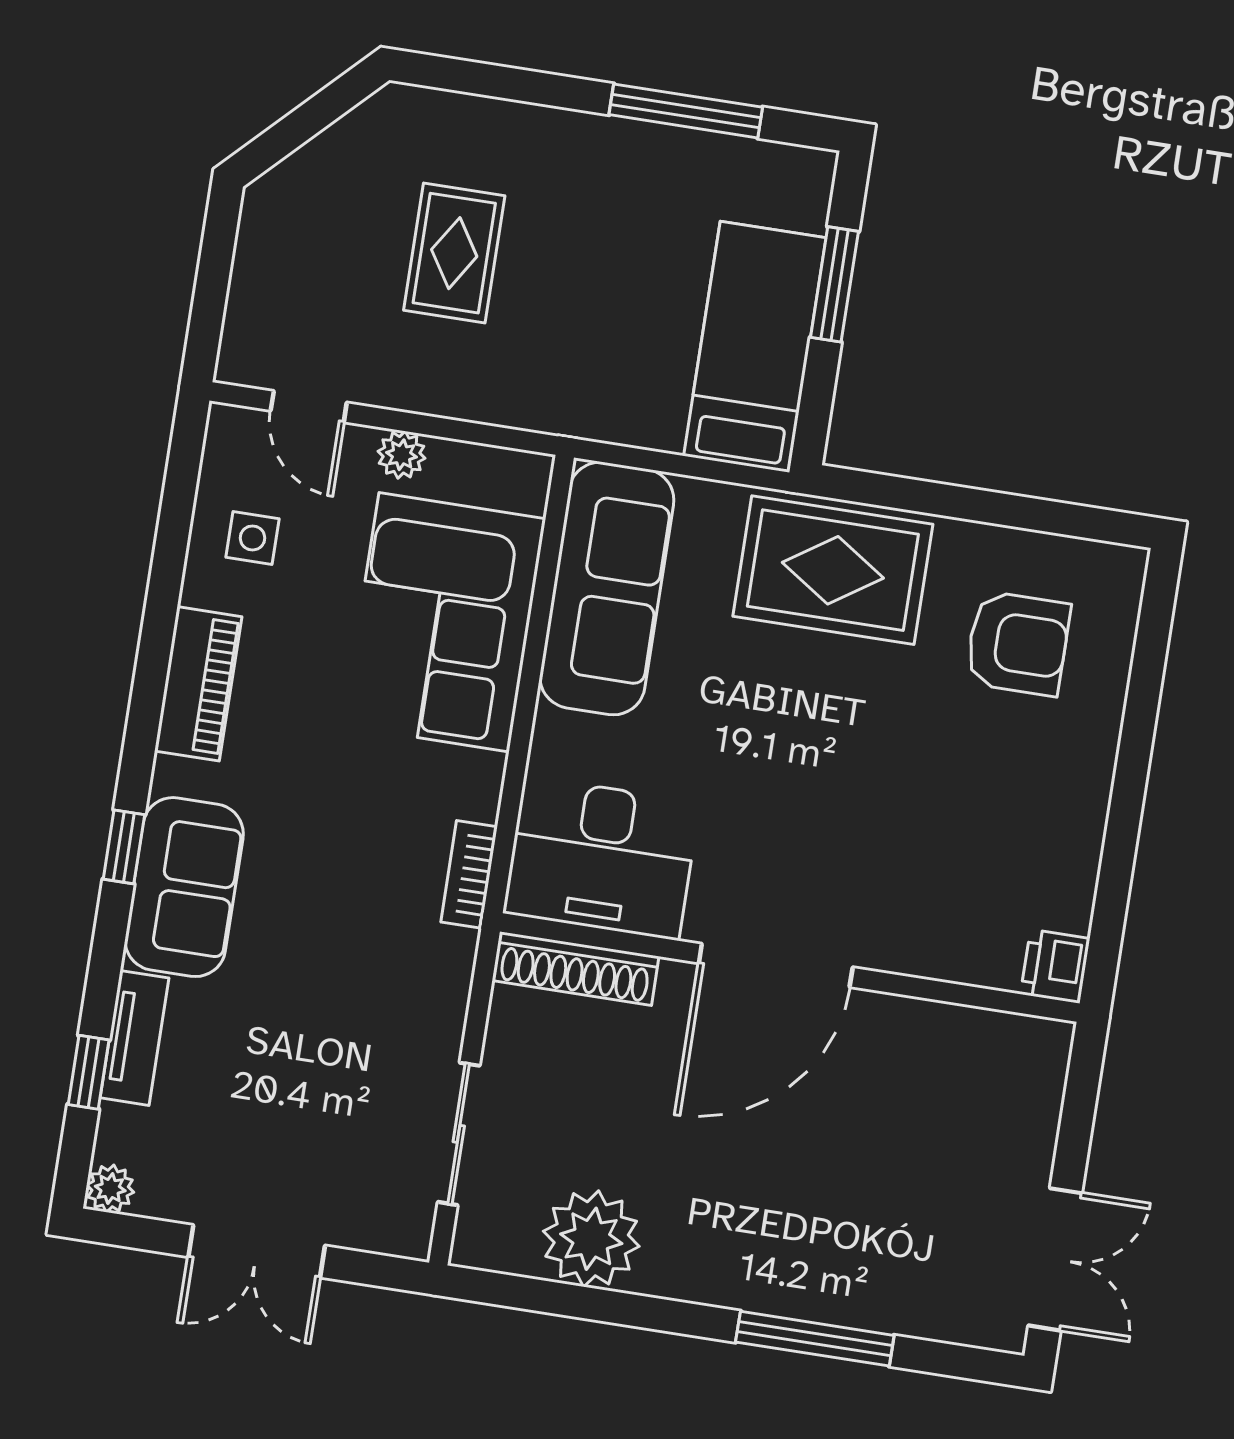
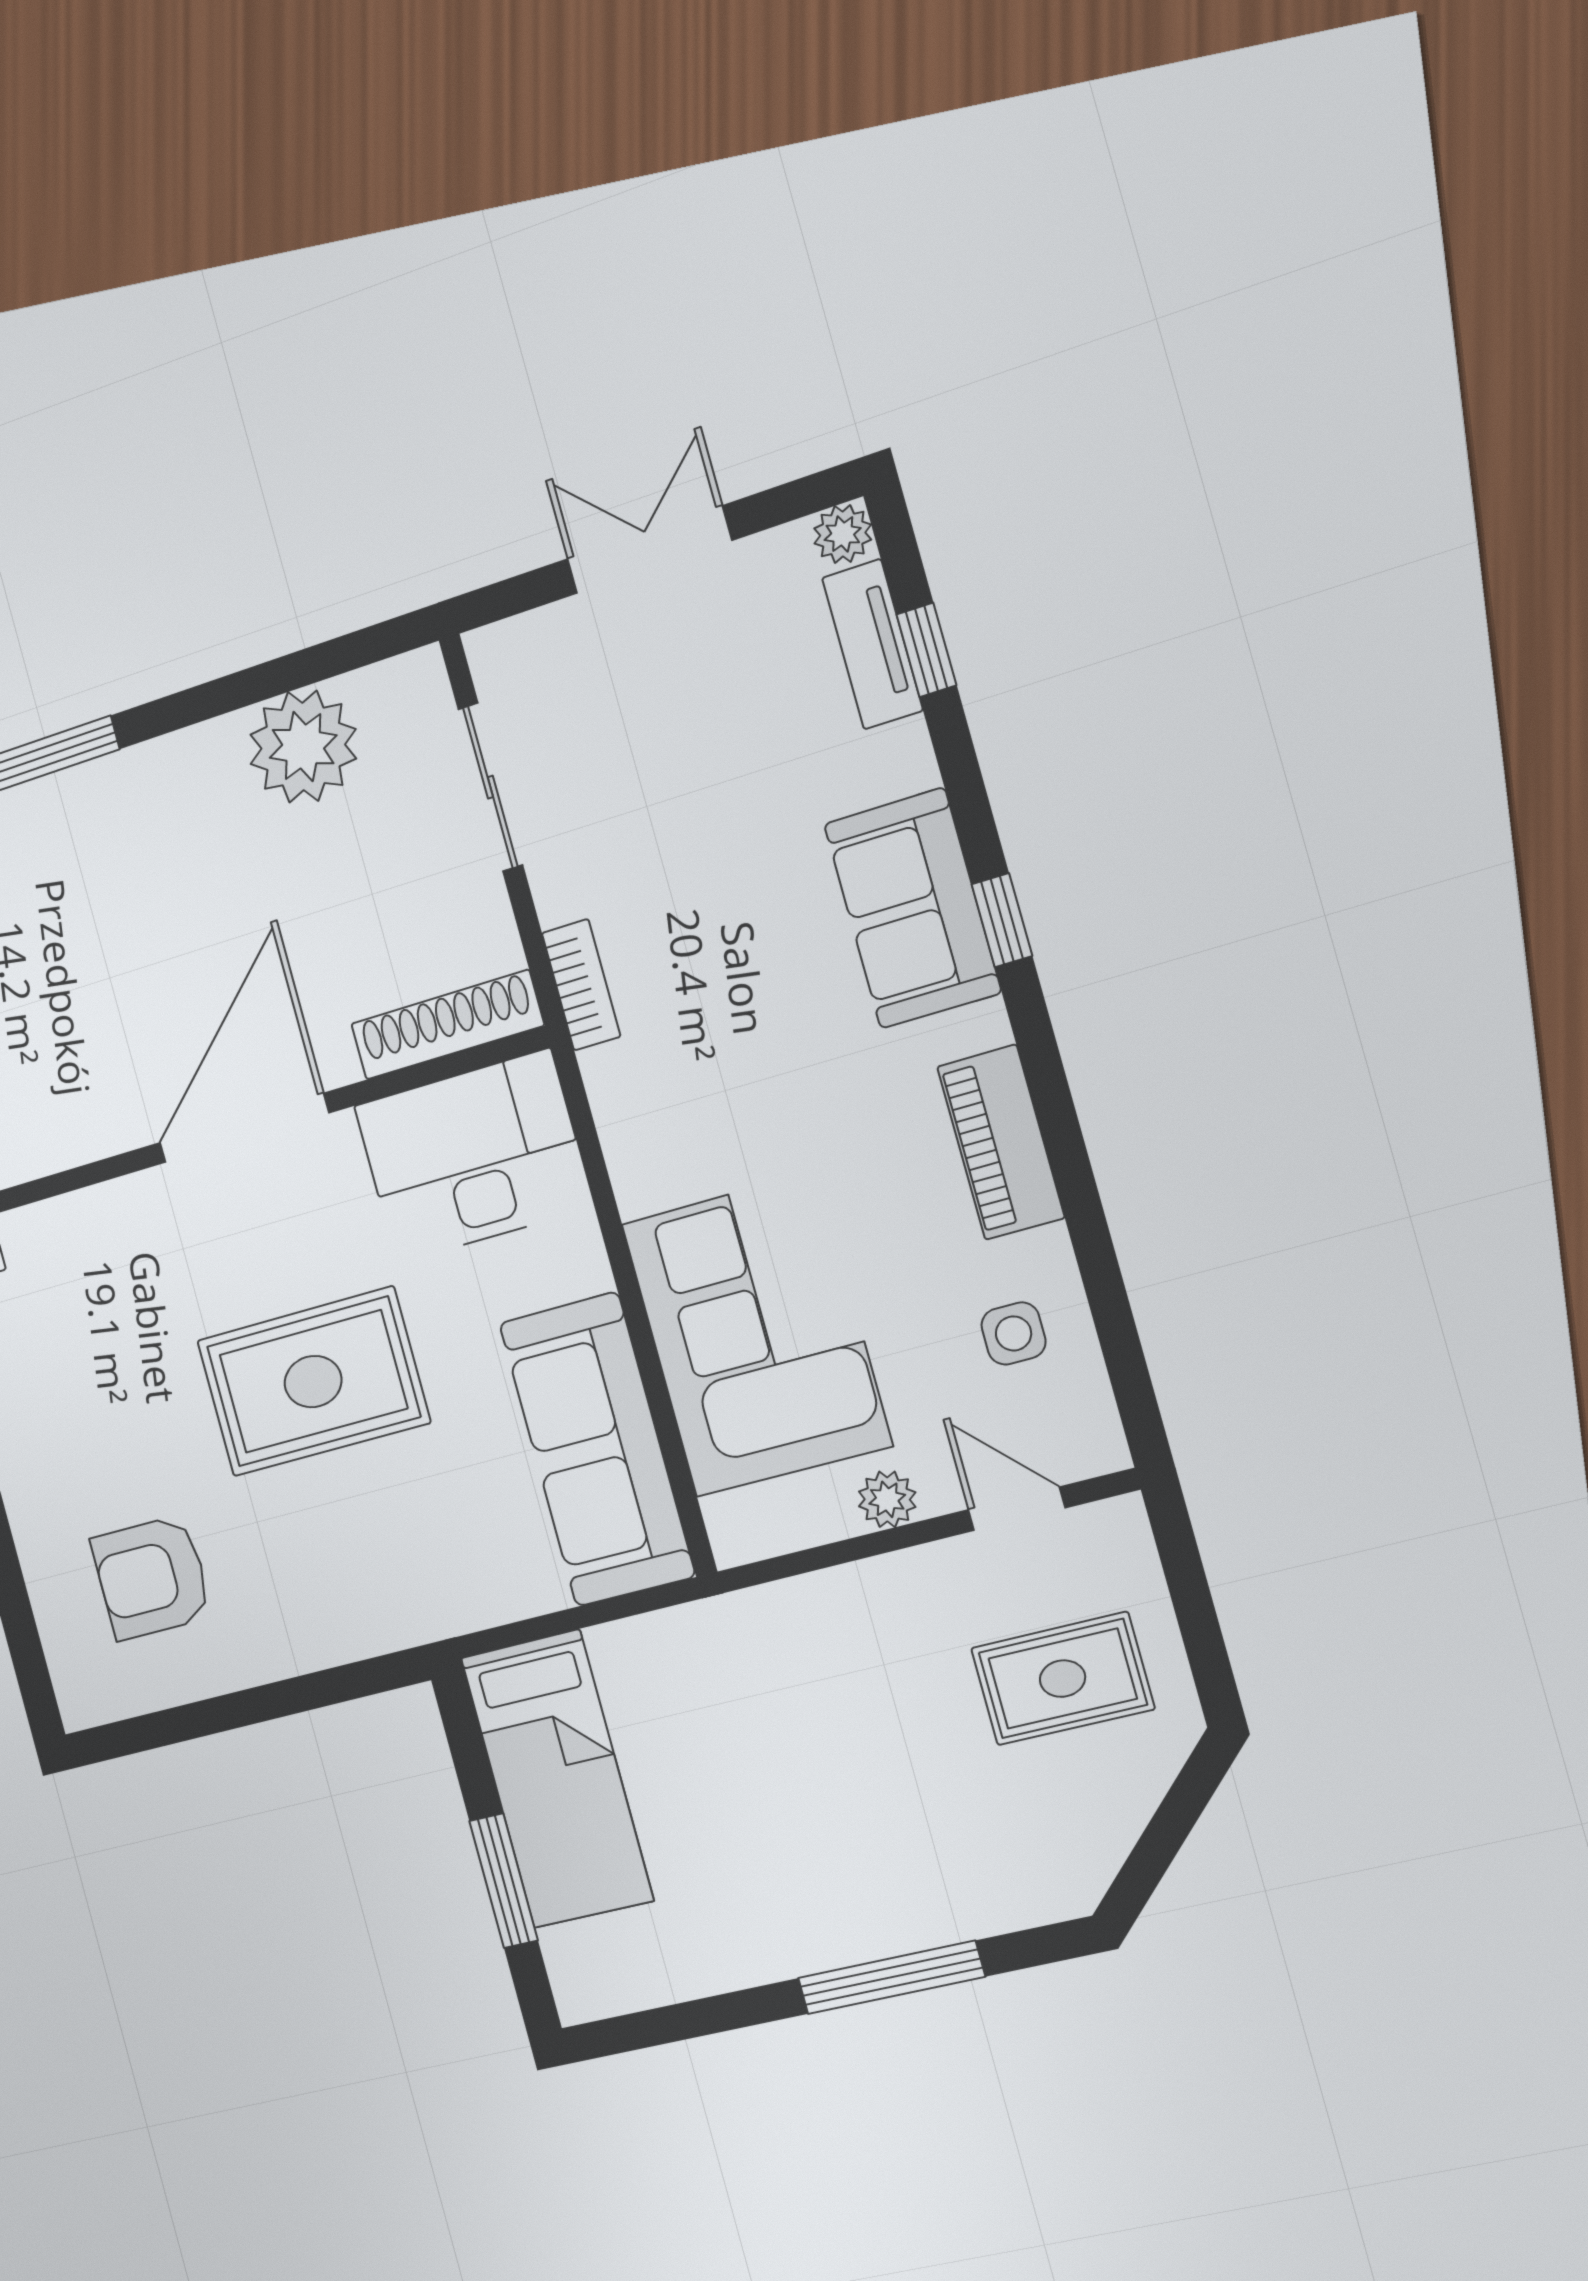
window: (686, 111) -> (891, 1977), moved
rug: (454, 253) -> (1063, 1679), moved, turned 90
rug: (833, 570) -> (313, 1382), moved
bookcase: (469, 874) -> (581, 985), moved
tv unit: (135, 1038) -> (872, 644), moved

